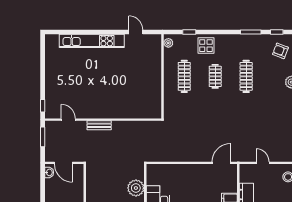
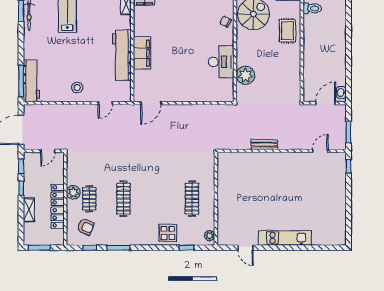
kitchen unit: (92, 41) -> (285, 238), width x0.73
clothes rail: (215, 76) -> (89, 199), moved
door: (68, 120) -> (320, 151), swing flipped
bench: (99, 125) -> (264, 145), moved
door: (63, 163) -> (326, 103), hinge flipped
door: (263, 163) -> (105, 103), hinge flipped

